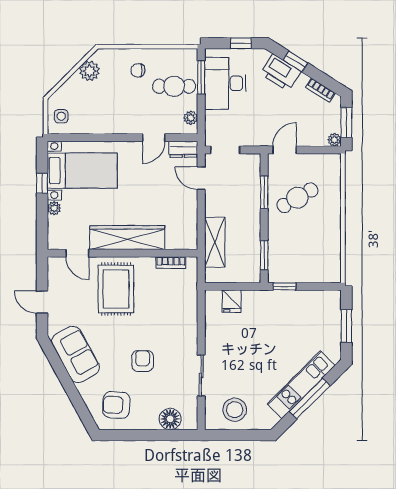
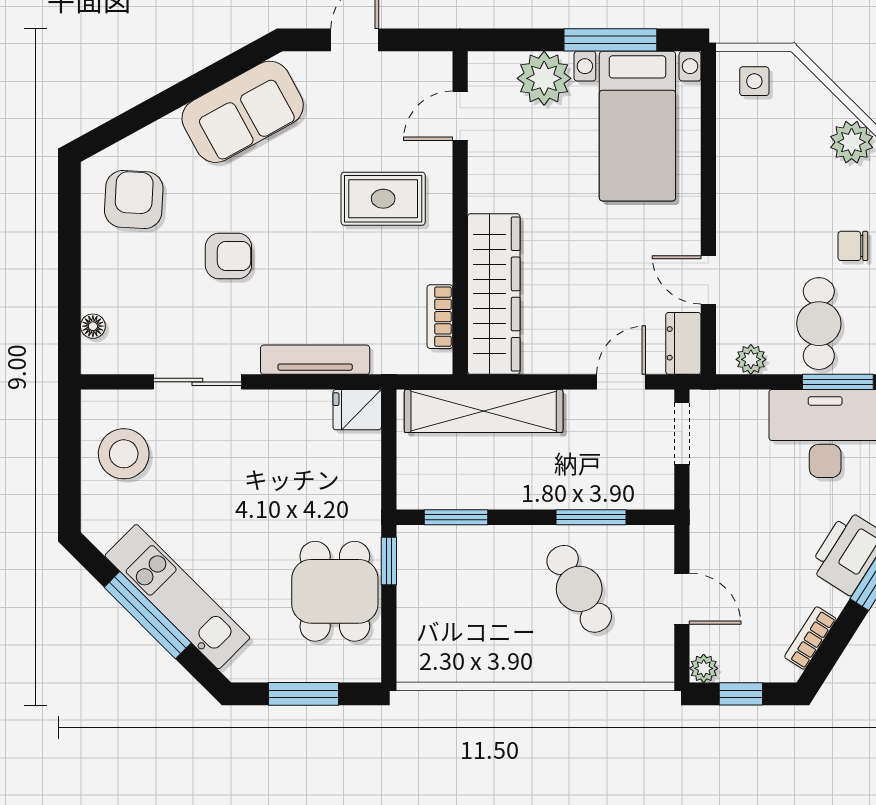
chair: (138, 70) -> (853, 246), turned -90
window: (346, 122) -> (741, 694), width x0.67
door: (285, 150) -> (682, 599), moved
window: (42, 183) -> (610, 40), width x2.17
plant: (54, 208) -> (544, 78), width x1.88, depth x1.88
wardrobe: (127, 237) -> (494, 294), moved
shelving: (215, 242) -> (484, 411), width x1.47
rug: (116, 289) -> (383, 199), width x0.73, depth x0.70
fridge: (232, 301) -> (357, 410), moved
dining table: (299, 311) -> (335, 591), added
tv unit: (191, 321) -> (315, 360), added
floor lamp: (170, 419) -> (93, 326), width x0.53, depth x0.53

